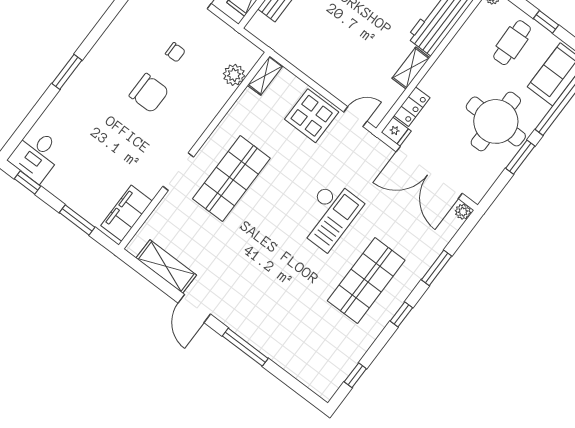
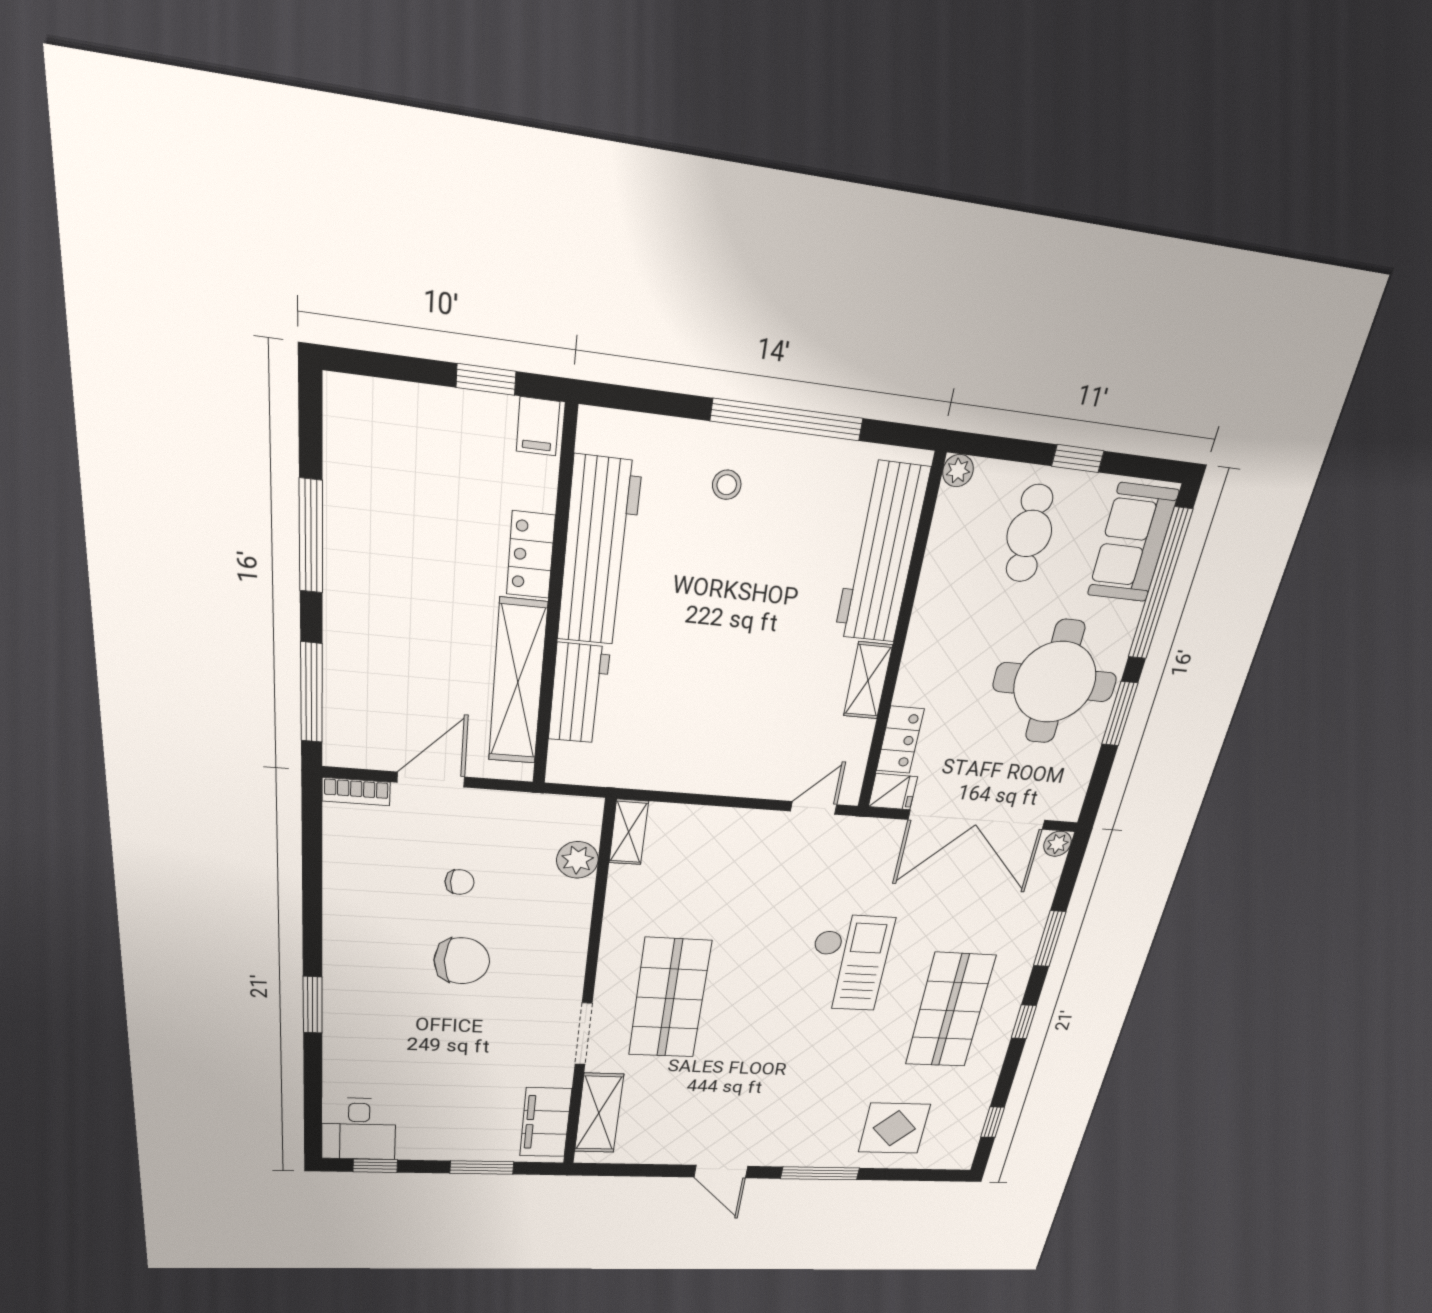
display table: (312, 116) -> (894, 1128), moved
shelving: (166, 266) -> (599, 1113), moved, turned 90

